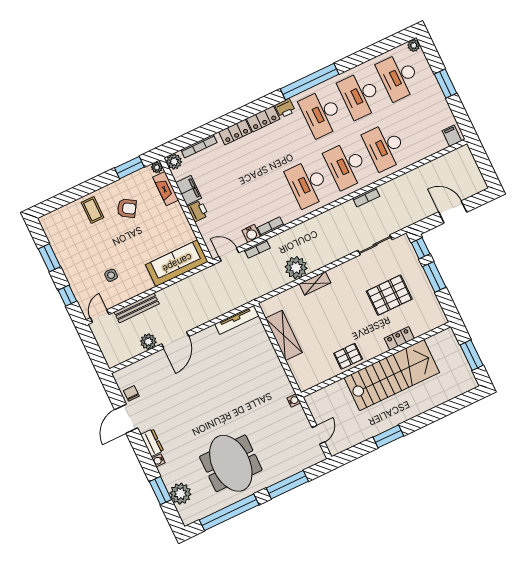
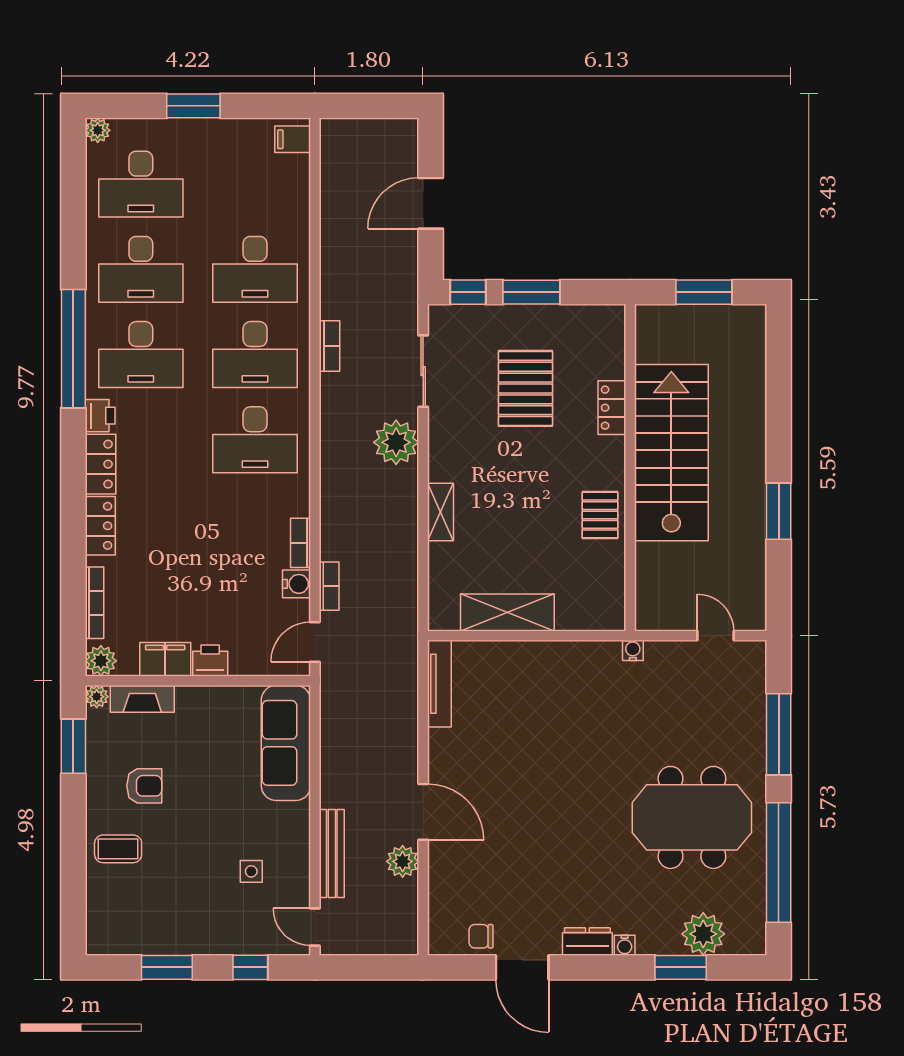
armchair: (127, 208) -> (144, 786), turned 58
plant: (296, 268) -> (396, 442), moved

